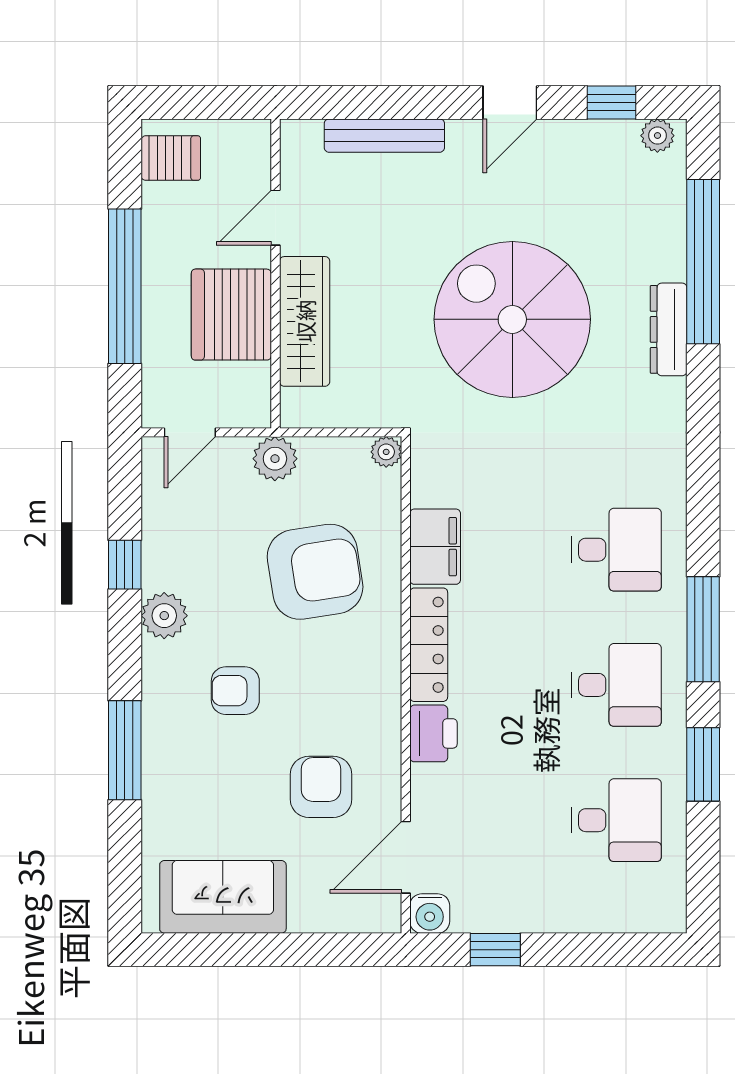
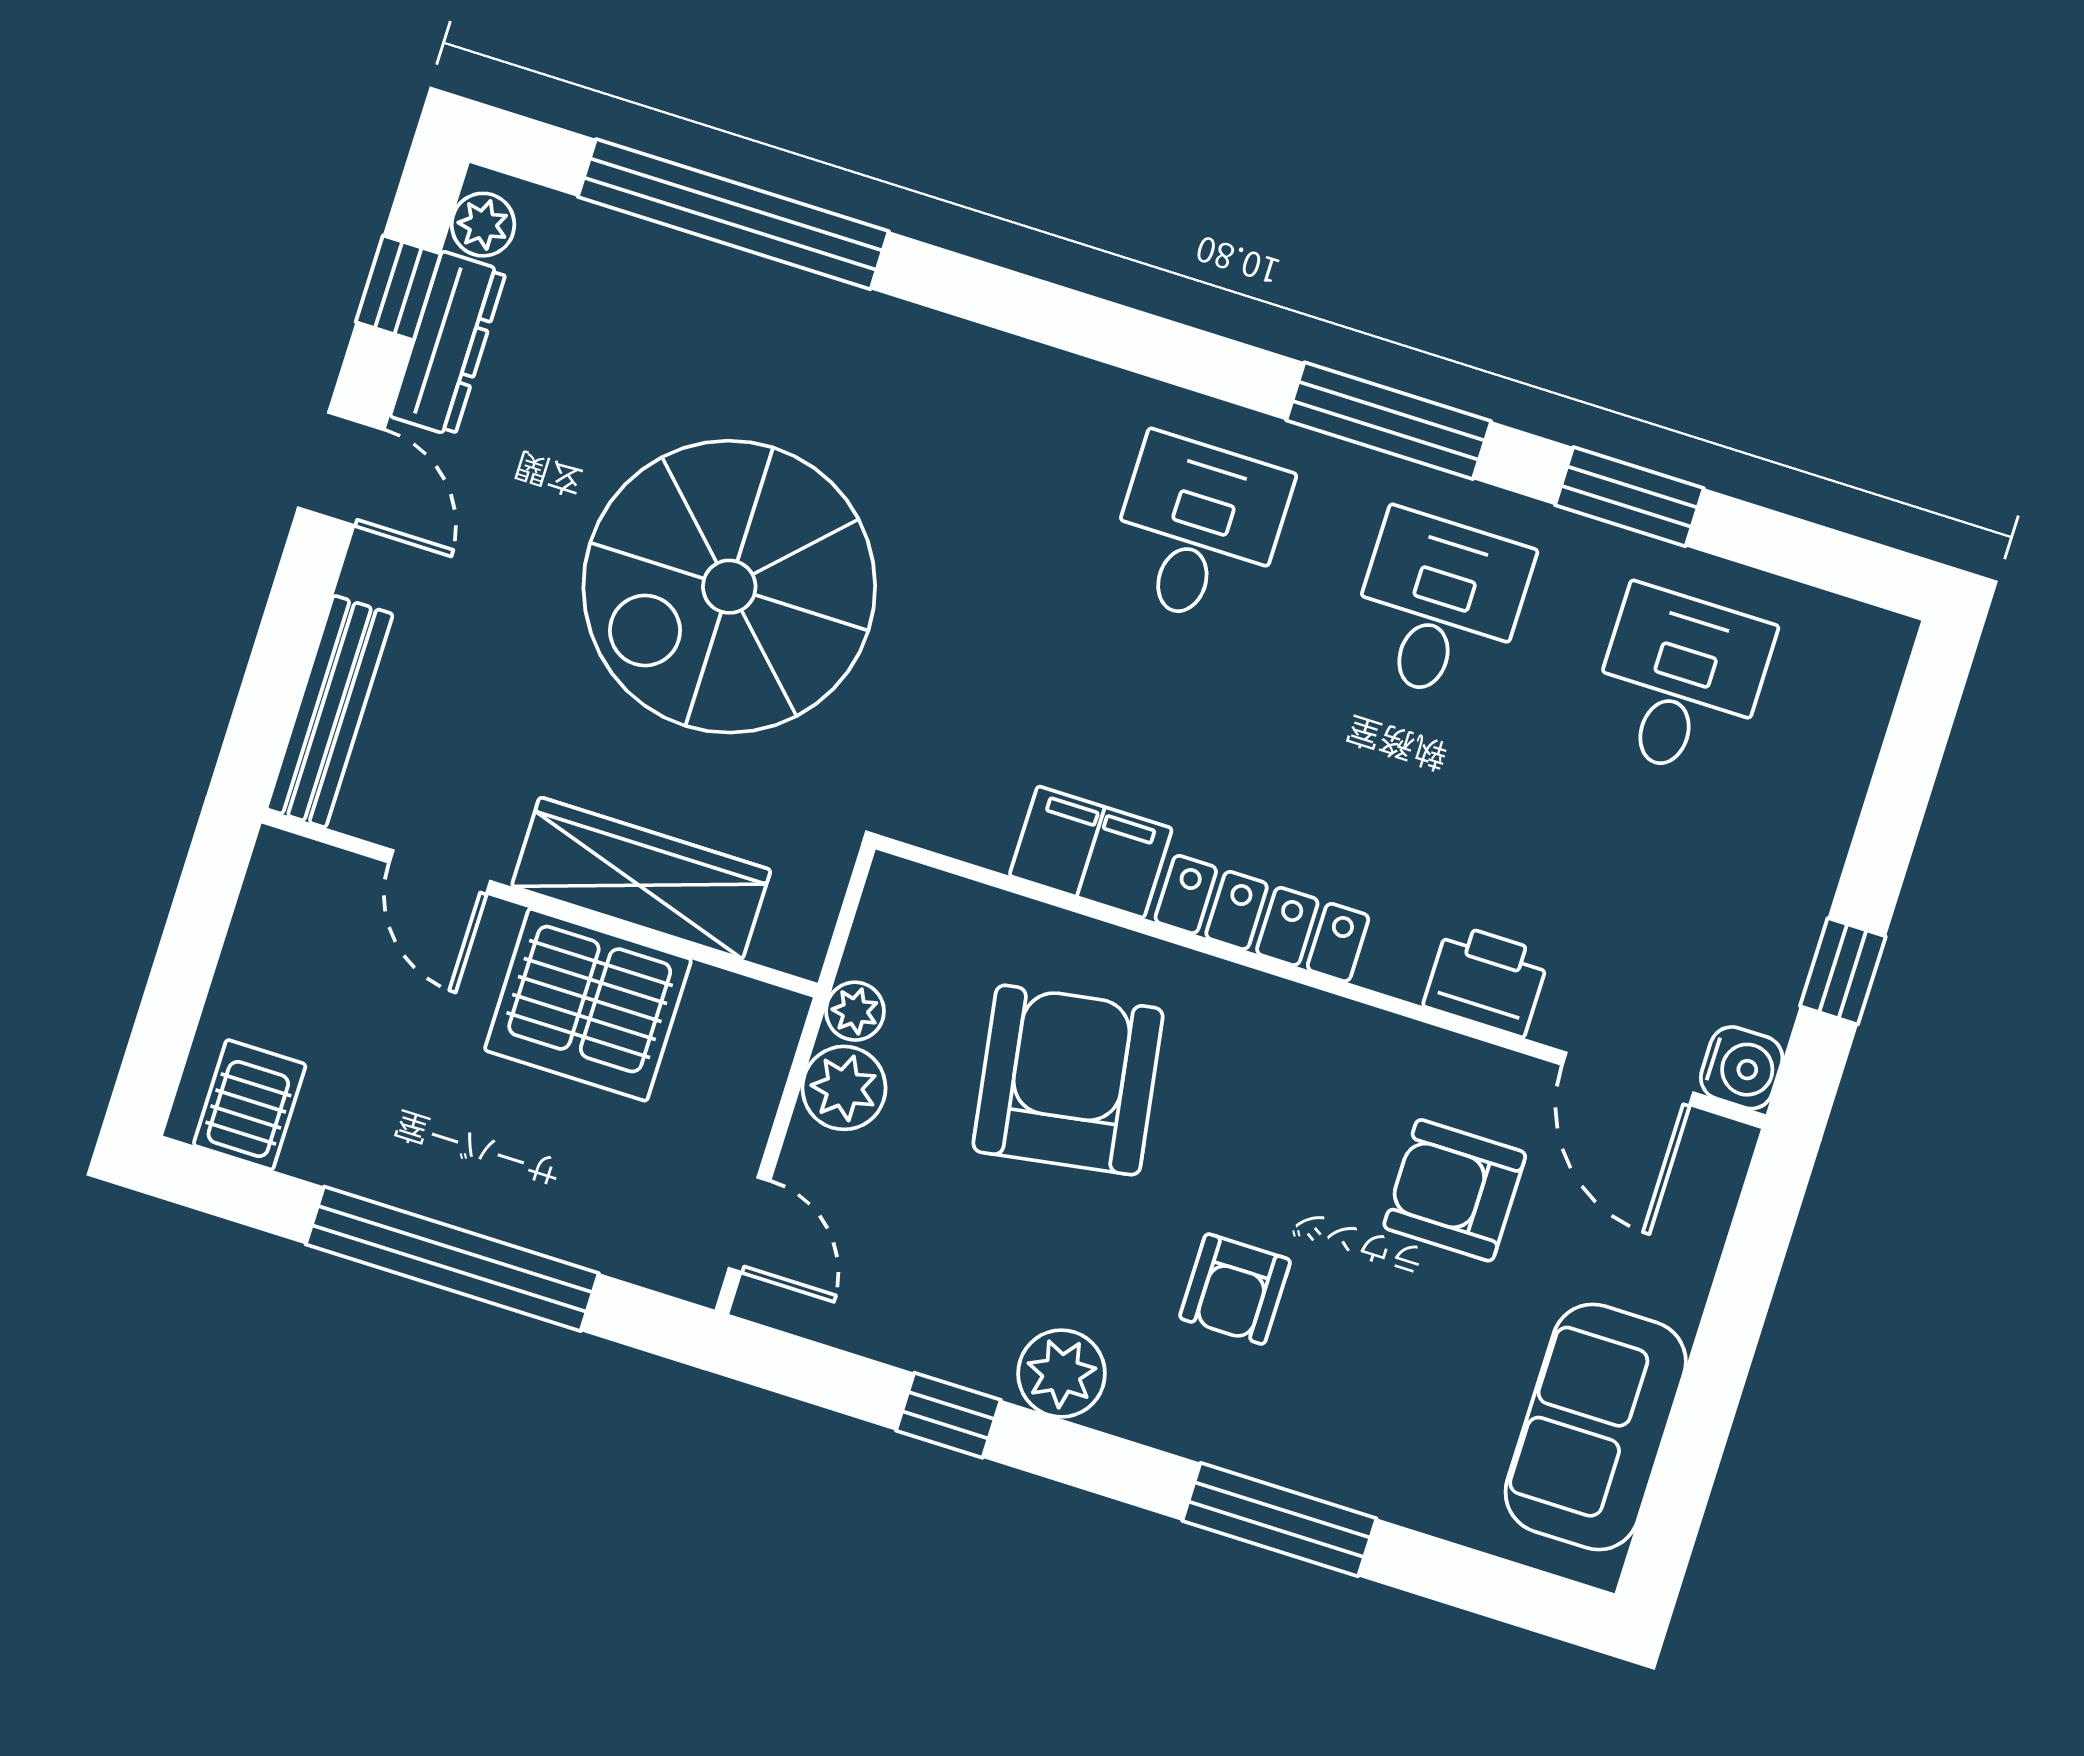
door: (275, 218) -> (440, 872), moved
wall: (275, 274) -> (539, 903), moved
server rack: (231, 315) -> (588, 1005), moved
wardrobe: (305, 321) -> (641, 878), moved
dresser: (669, 329) -> (448, 344), moved, turned -90
plant: (386, 452) -> (855, 1011), moved
printer: (433, 733) -> (1486, 980), moved

